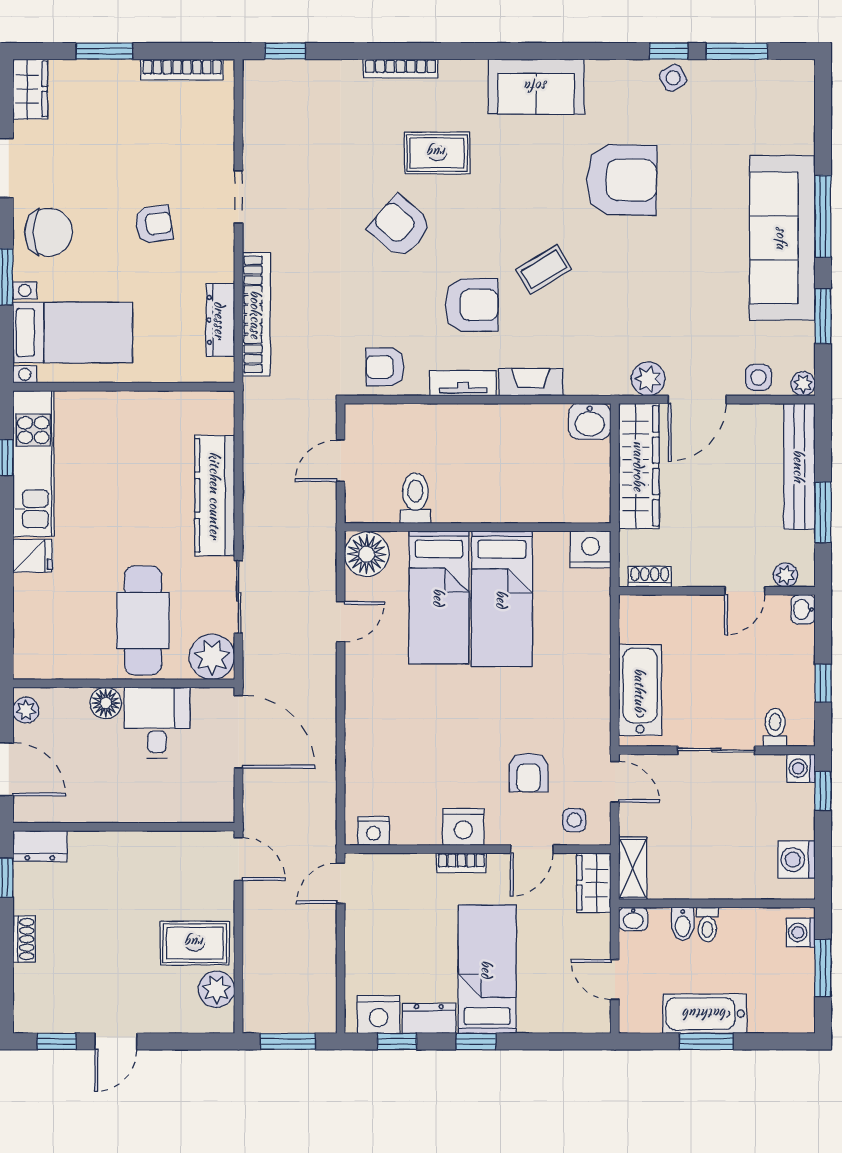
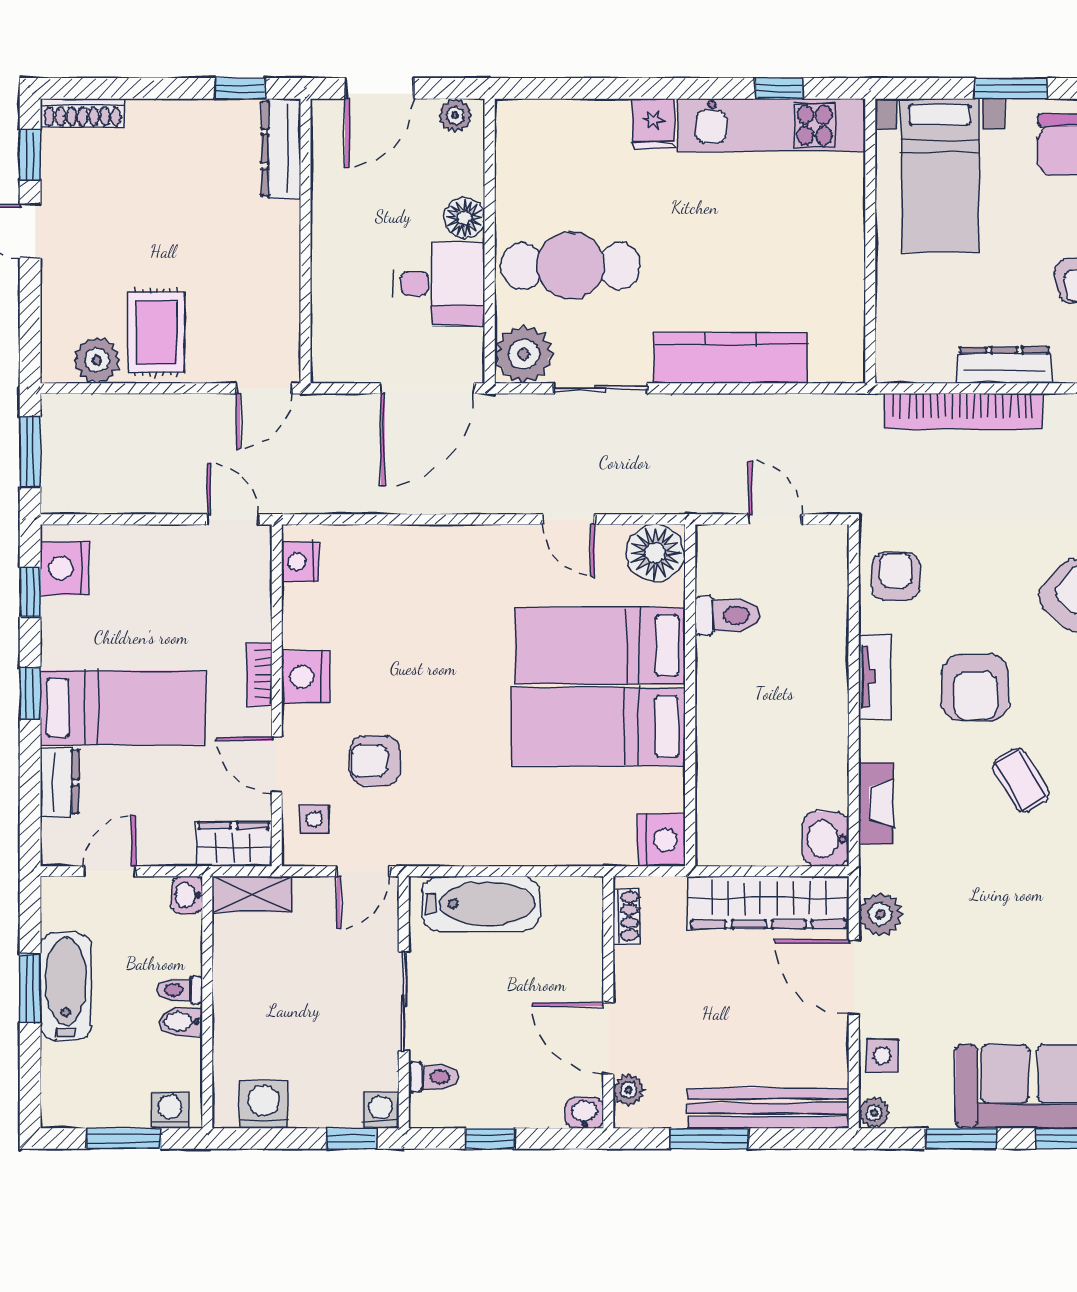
dresser: (220, 320) -> (1004, 365), moved
fireplace: (531, 382) -> (876, 803), moved
door: (745, 591) -> (608, 1038), width x1.38
dresser: (40, 846) -> (281, 149), width x1.44
bidet: (683, 924) -> (181, 1022), moved
shoe rack: (24, 939) -> (83, 113), moved, width x1.43
dresser: (429, 1018) -> (60, 782), moved

